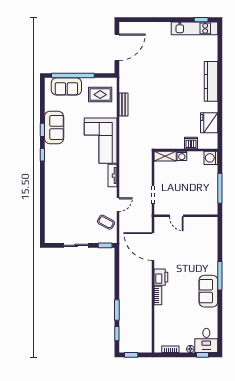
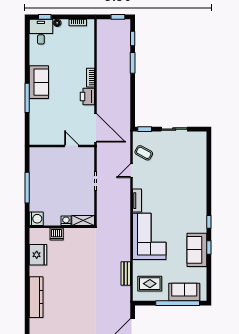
door: (176, 216) -> (72, 146), moved
wall: (186, 216) -> (62, 146), moved

